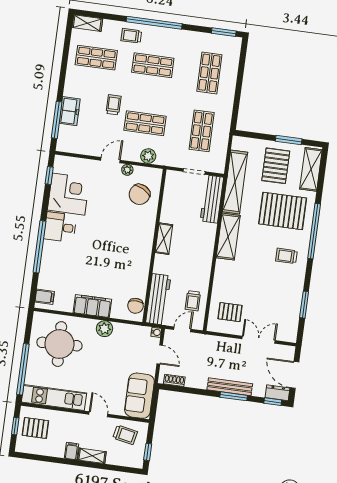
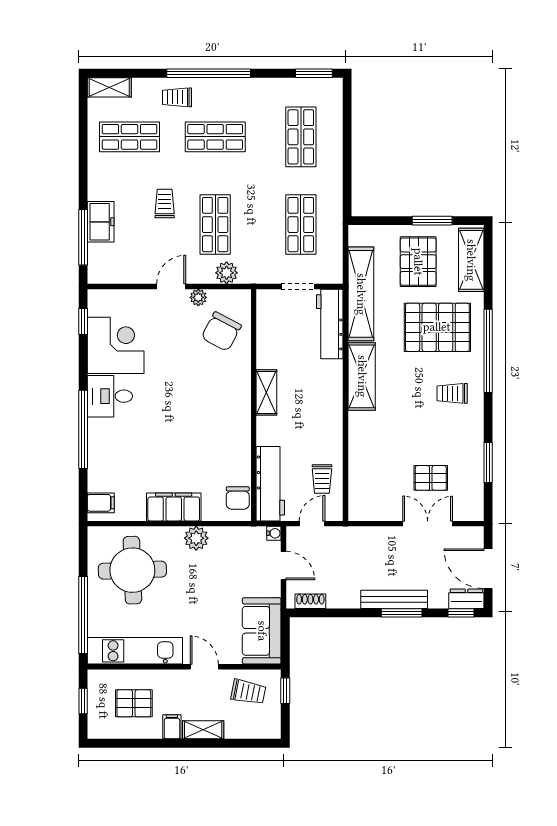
shop shelf: (145, 123) -> (215, 225), turned 90
pallet: (230, 312) -> (431, 478), moved
pallet: (35, 428) -> (134, 703), moved
window: (148, 452) -> (285, 691), moved

